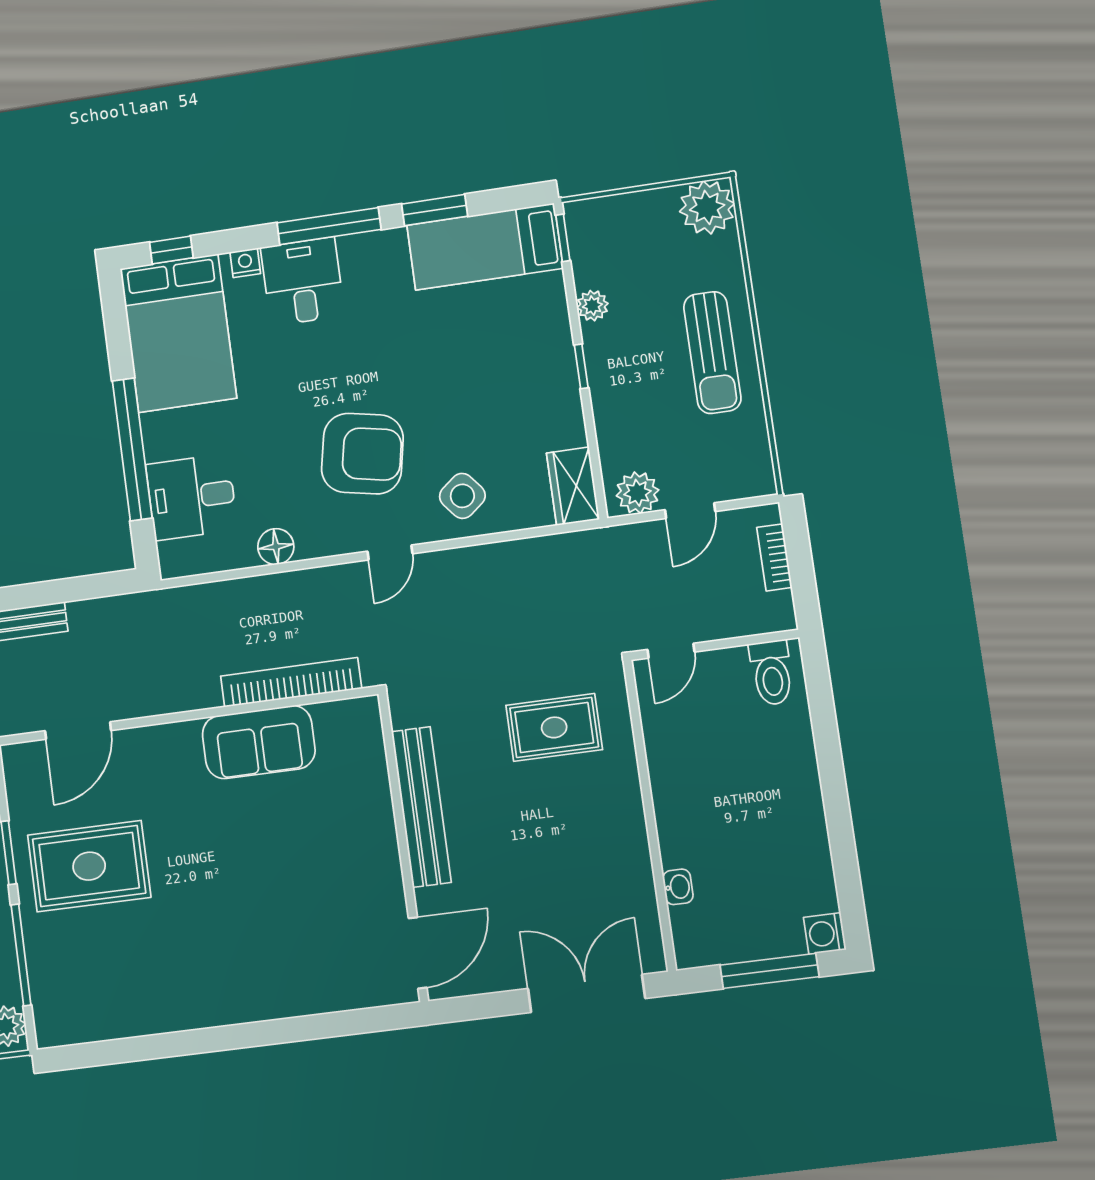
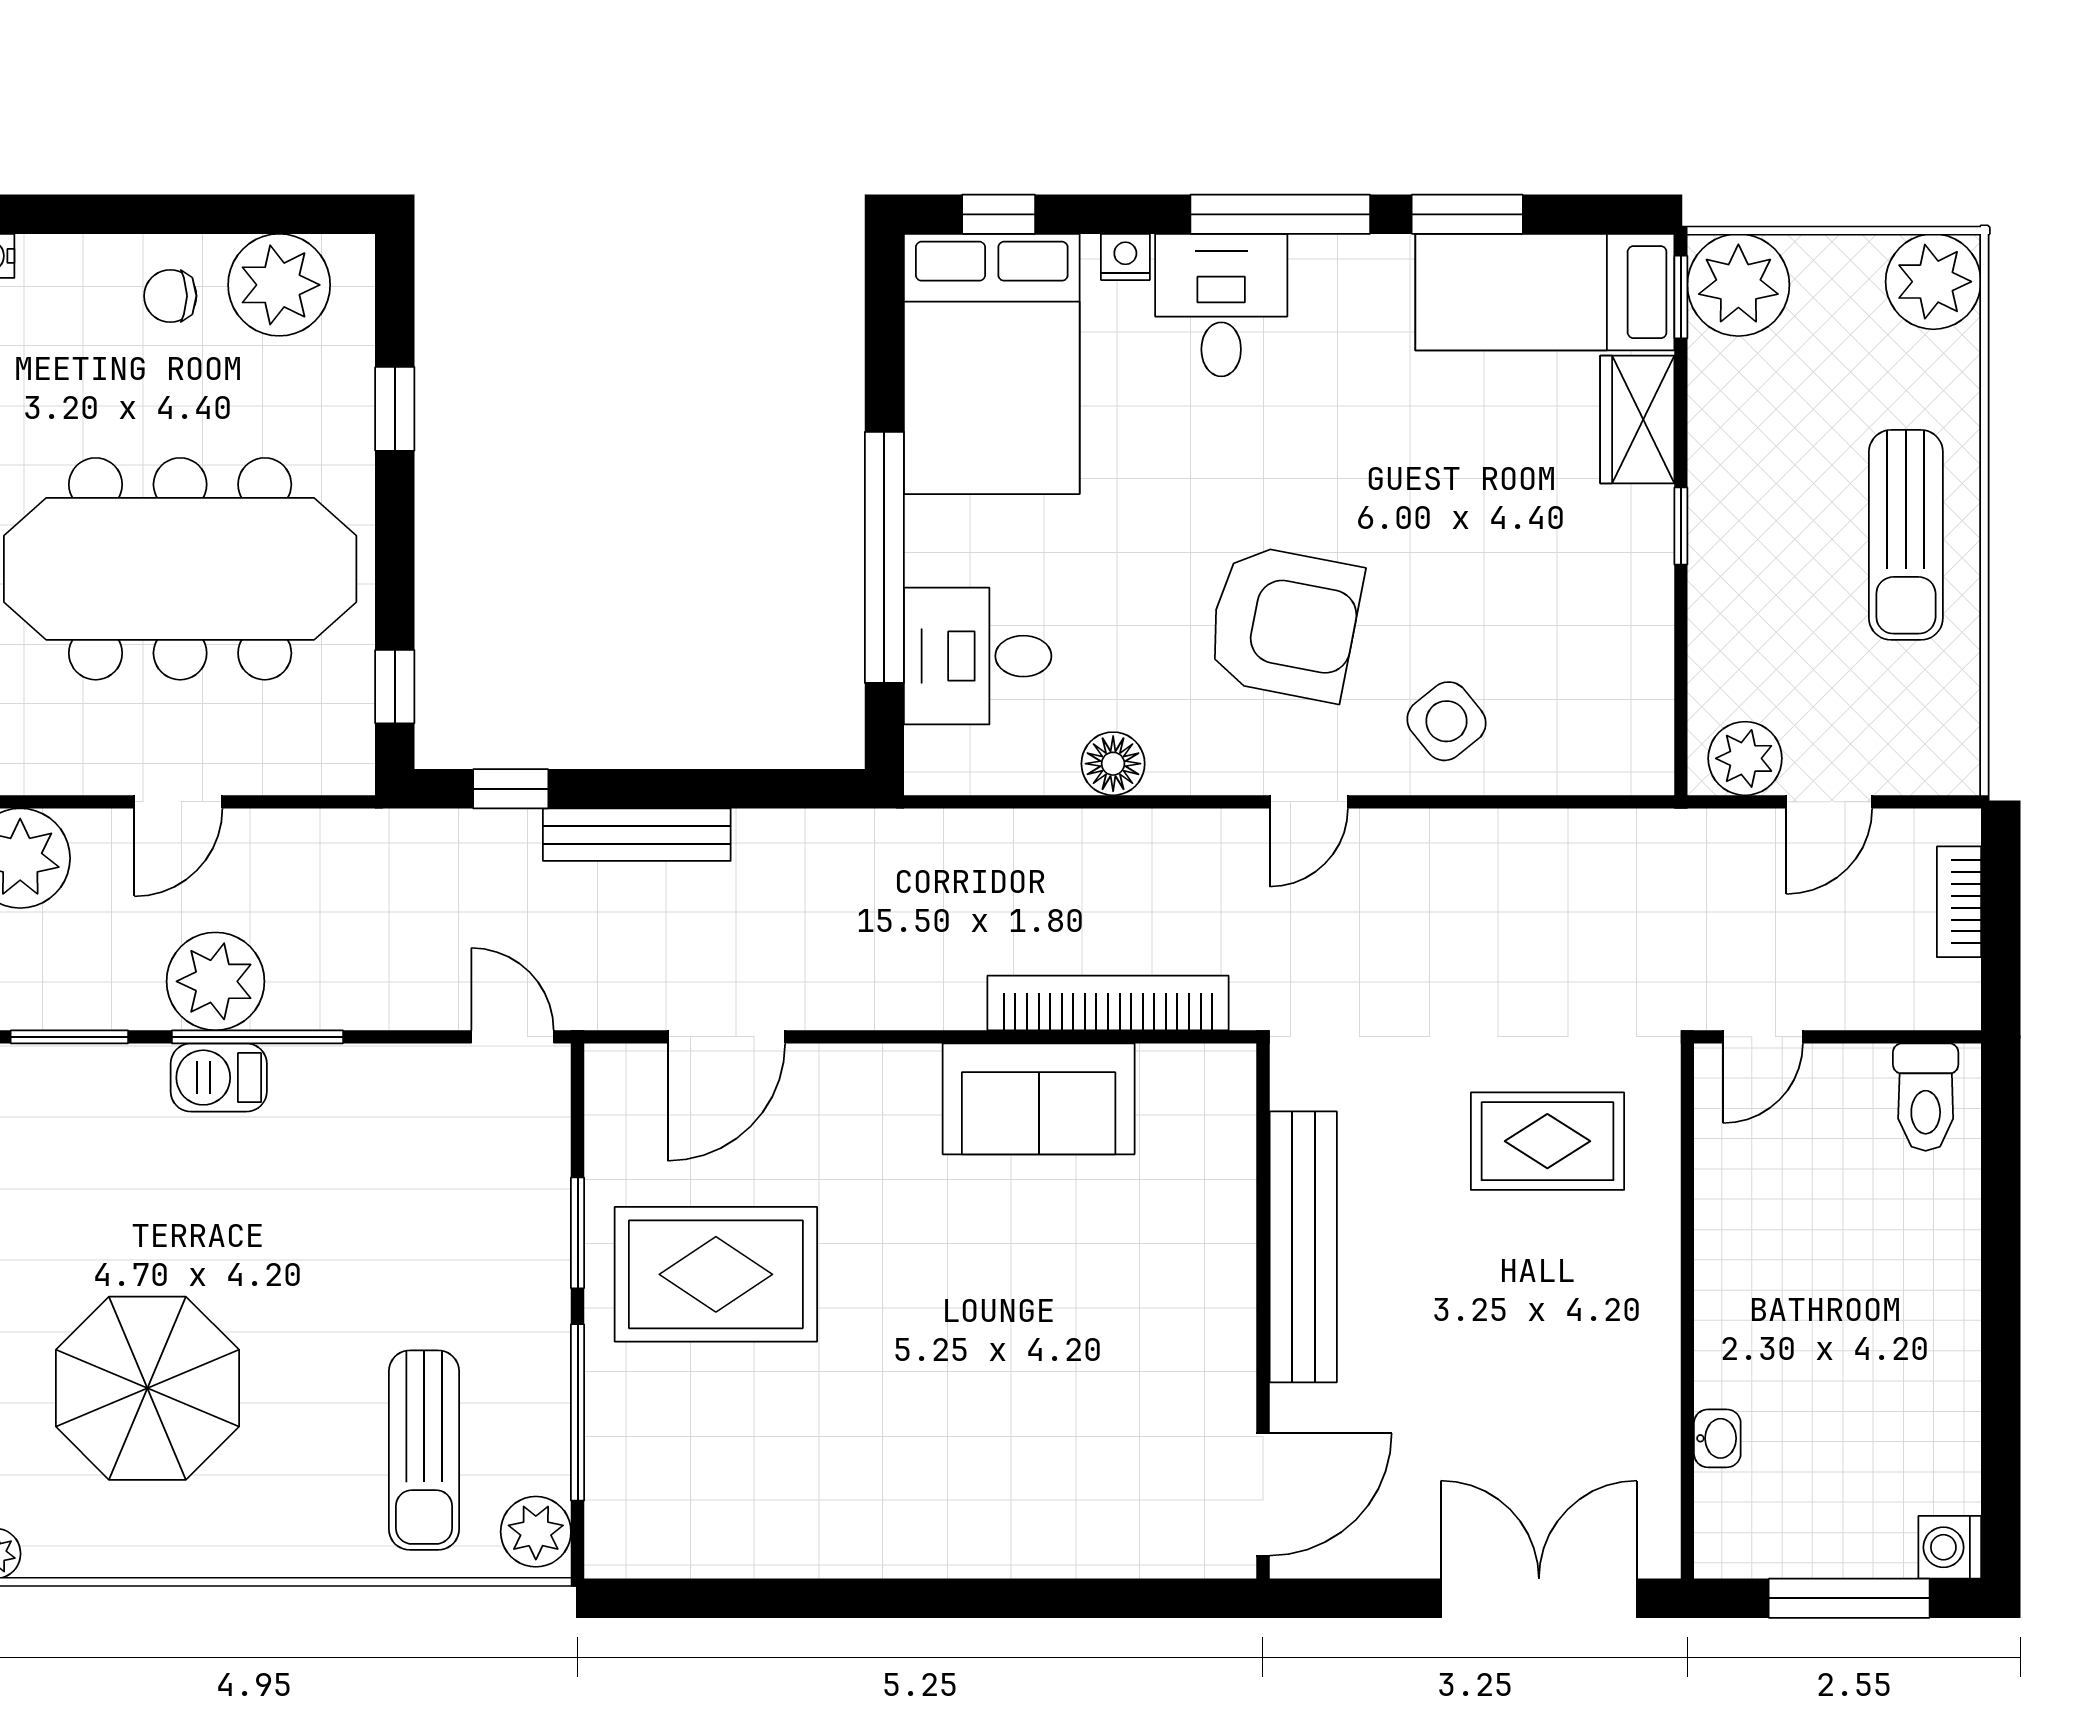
plant: (592, 306) -> (1738, 285), moved, width x1.87, depth x1.87
wardrobe: (573, 486) -> (1637, 419), moved

